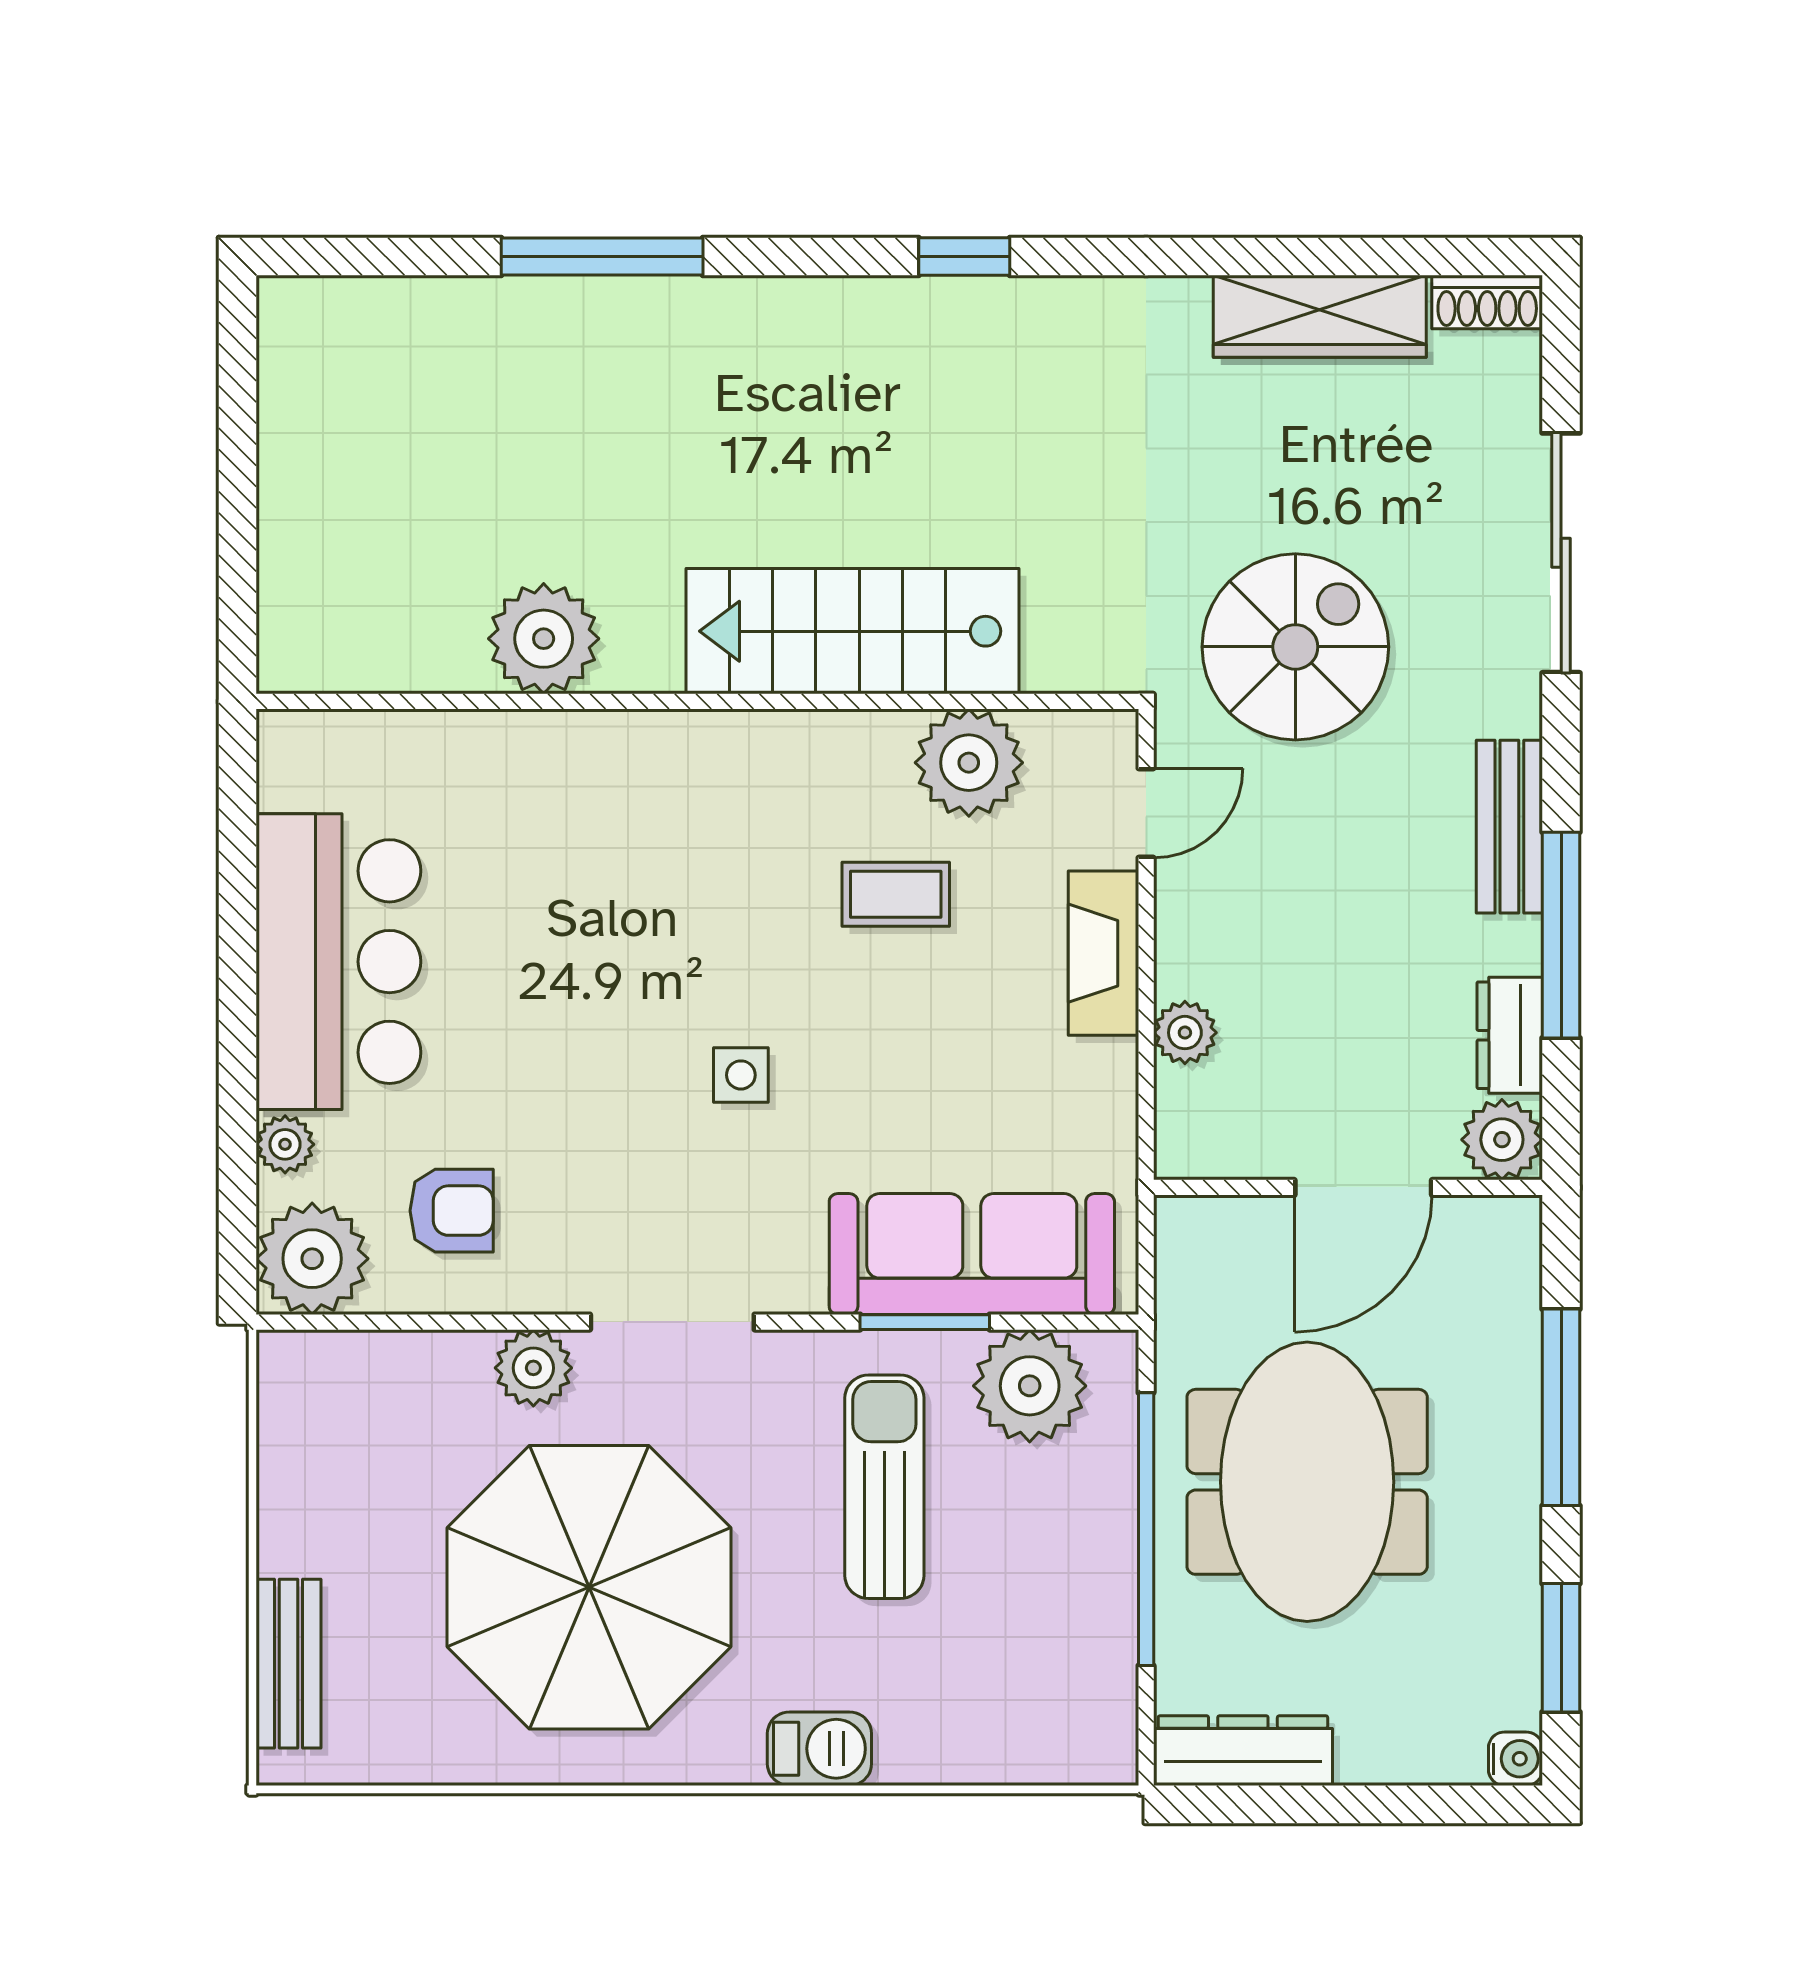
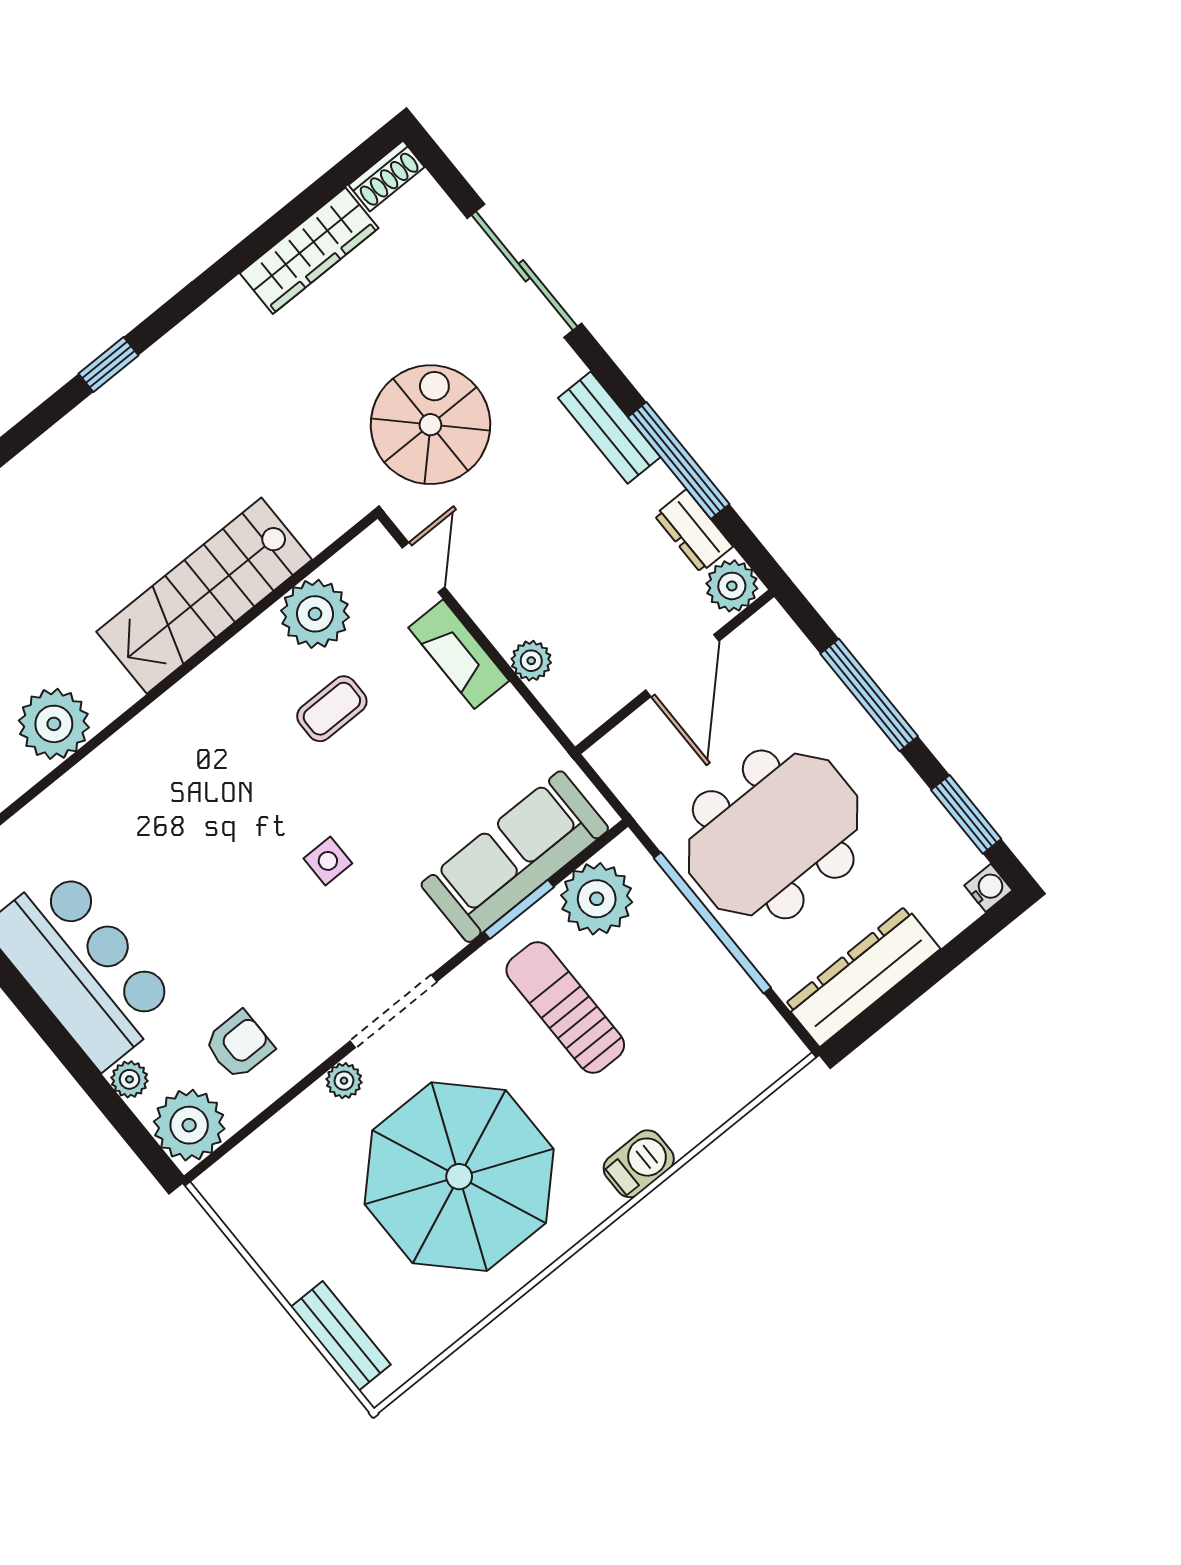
plant: (533, 1368) -> (344, 1081), width x0.73, depth x0.73
meeting table: (1307, 1482) -> (773, 834), turned 90
dresser: (1243, 1751) -> (863, 976), width x1.37, depth x1.24

